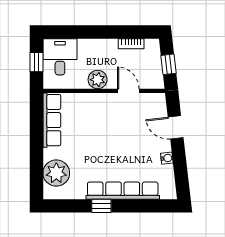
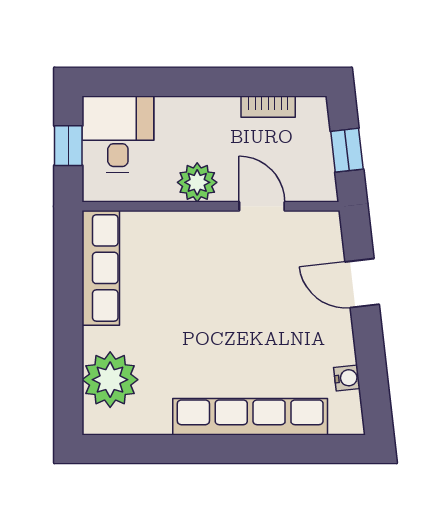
water cooler: (167, 158) -> (347, 378), moved
window: (101, 206) -> (205, 449), removed

